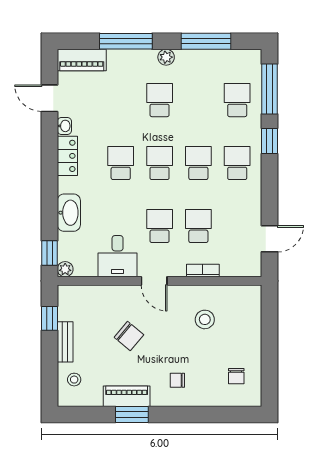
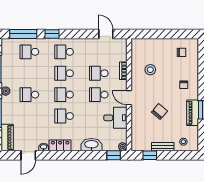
door: (154, 281) -> (129, 98), swing flipped

